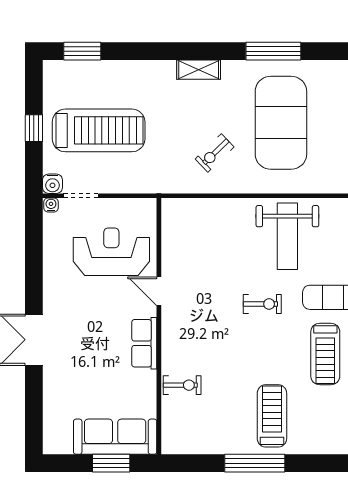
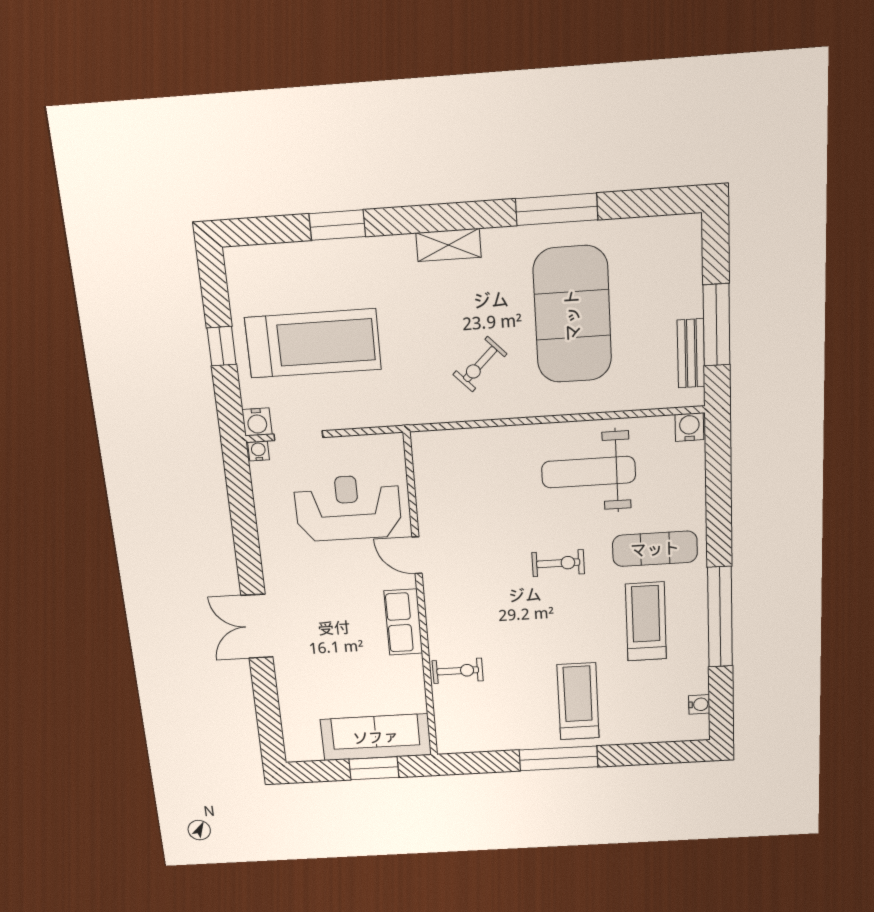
window: (82, 51) -> (337, 225), moved
weight bench: (287, 236) -> (589, 472), turned 90
treadmill: (325, 354) -> (646, 622), turned 180

